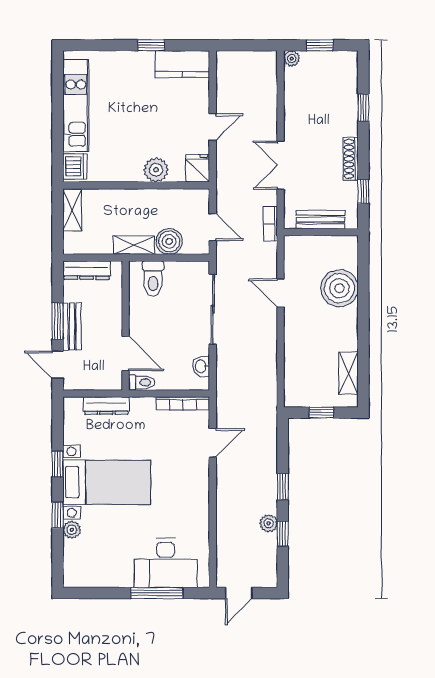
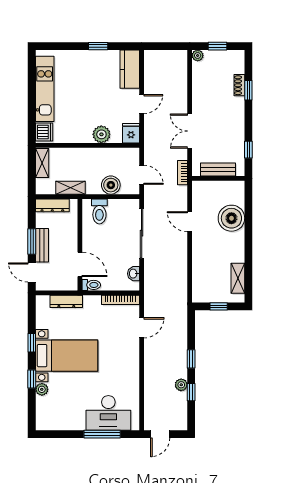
kitchen counter: (182, 64) -> (130, 69), moved, turned 90
shoe rack: (351, 159) -> (239, 85), moved, width x0.70
shelving: (134, 245) -> (70, 188), moved

